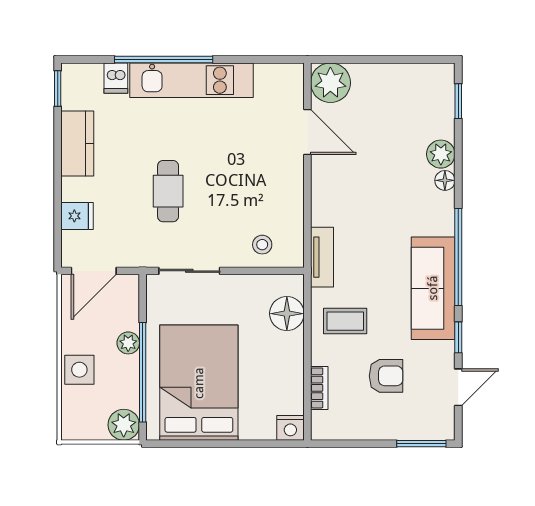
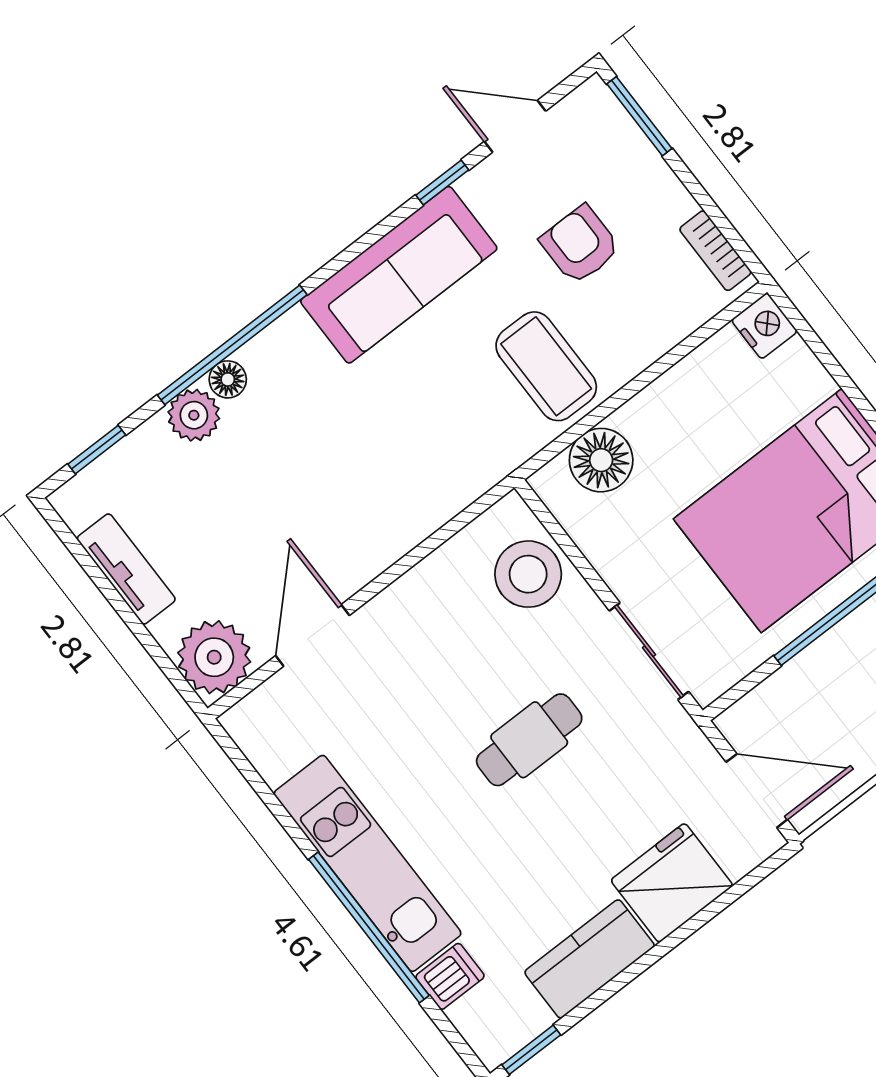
cafe table: (168, 191) -> (529, 740), moved
fridge: (77, 216) -> (672, 883), width x1.88, depth x1.34
stool: (262, 245) -> (528, 574), width x1.89, depth x1.89
tv unit: (322, 257) -> (126, 569), moved, turned 90
window: (458, 257) -> (232, 345), moved
coffee table: (345, 321) -> (546, 366), width x1.36, depth x1.30
plant: (128, 343) -> (823, 659), removed
bookcase: (319, 388) -> (715, 251), moved, turned -90

